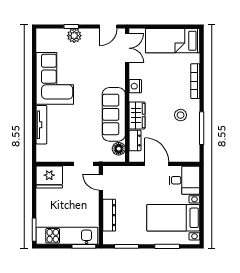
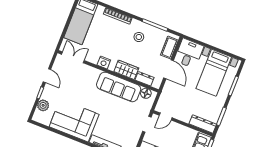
door: (108, 27) -> (47, 76), moved
plant: (74, 36) -> (43, 105), moved
cot: (182, 155) -> (169, 48), added
door: (157, 164) -> (169, 69), swing flipped
dresser: (109, 215) -> (203, 124), moved

